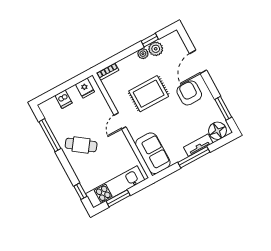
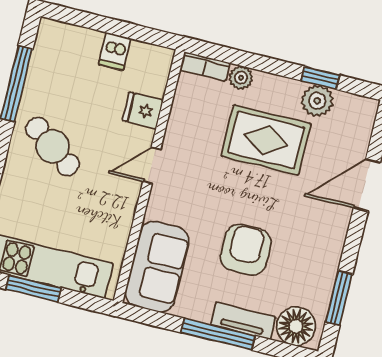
plant: (143, 54) -> (241, 78), moved
fridge: (85, 88) -> (143, 110), moved, turned 90
armchair: (189, 93) -> (246, 250), moved
rug: (149, 94) -> (266, 140), moved
dishwasher: (64, 99) -> (115, 51), moved

